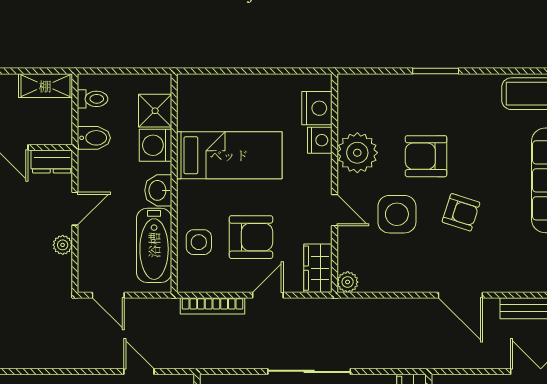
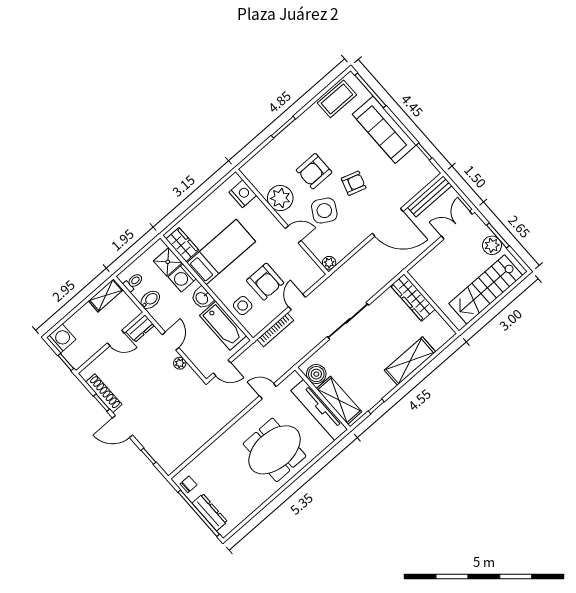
nightstand: (320, 140) -> (257, 208), removed
side table: (397, 214) -> (324, 211), turned 30
armchair: (251, 237) -> (265, 282), turned 90
wardrobe: (318, 268) -> (182, 245), moved, turned 180
door: (460, 295) -> (388, 222), width x1.36

